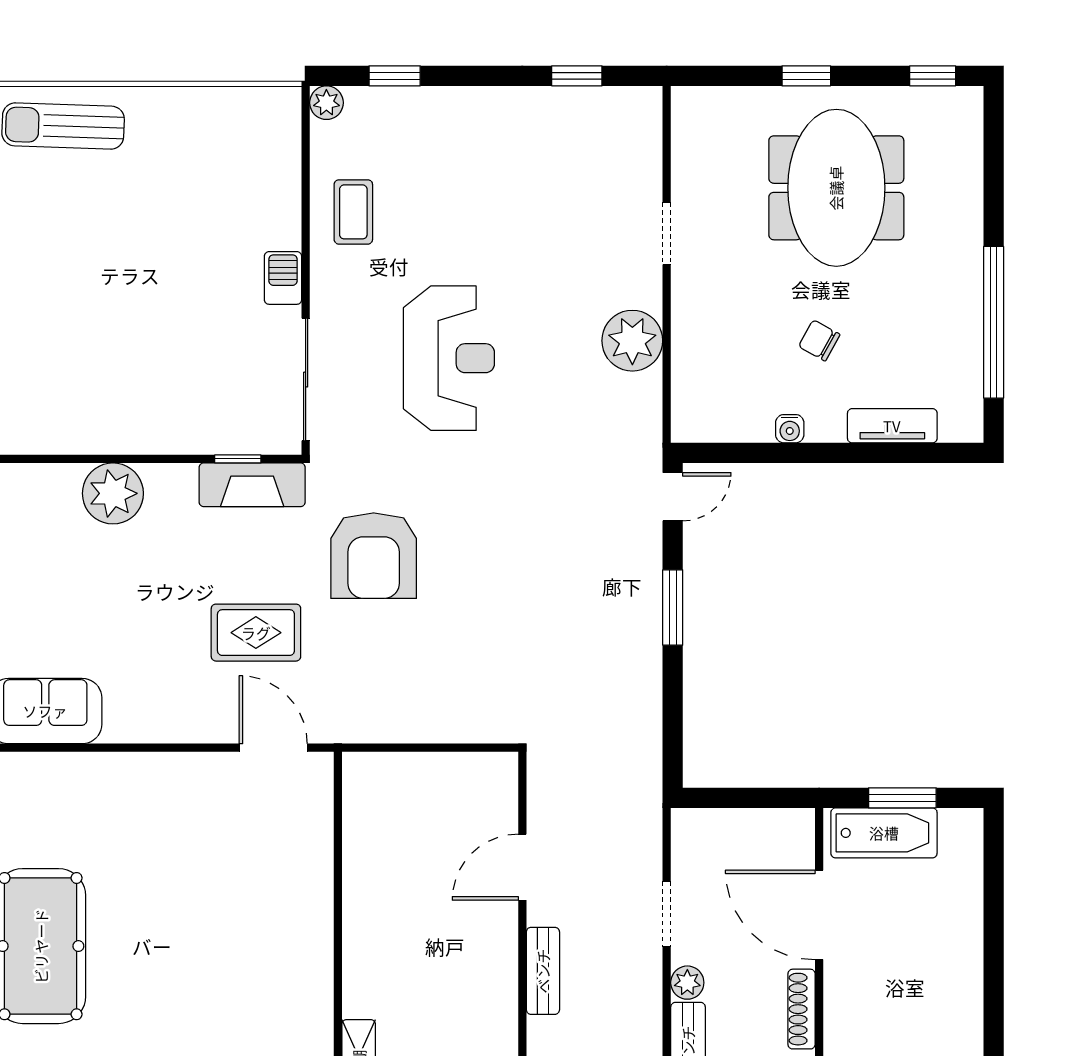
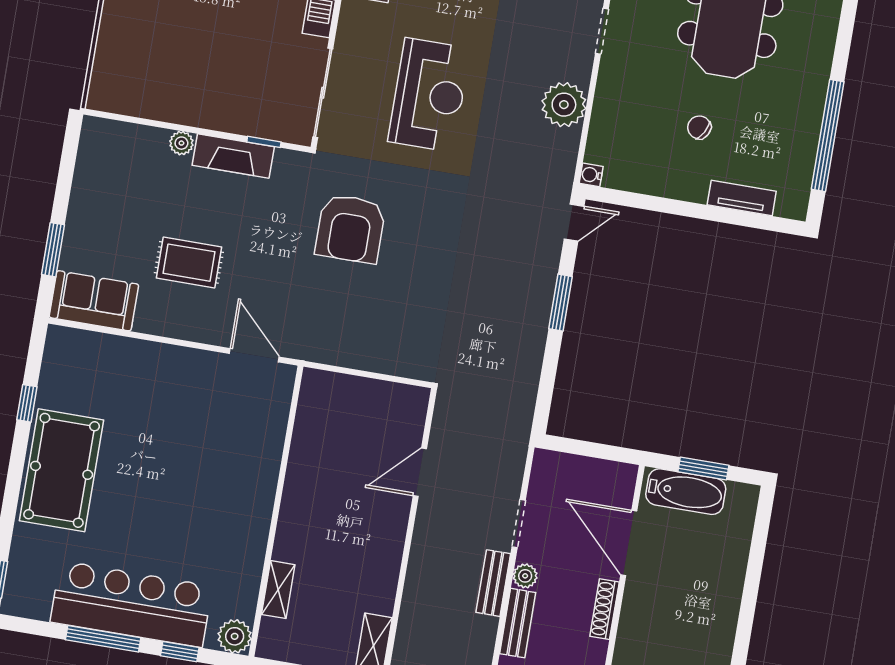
water cooler: (790, 429) -> (591, 175), moved, turned 90
fireplace: (252, 485) -> (233, 156), moved
plant: (113, 493) -> (181, 143), width x0.53, depth x0.53
rug: (256, 633) -> (189, 263), moved
bench: (543, 971) -> (493, 583), moved

